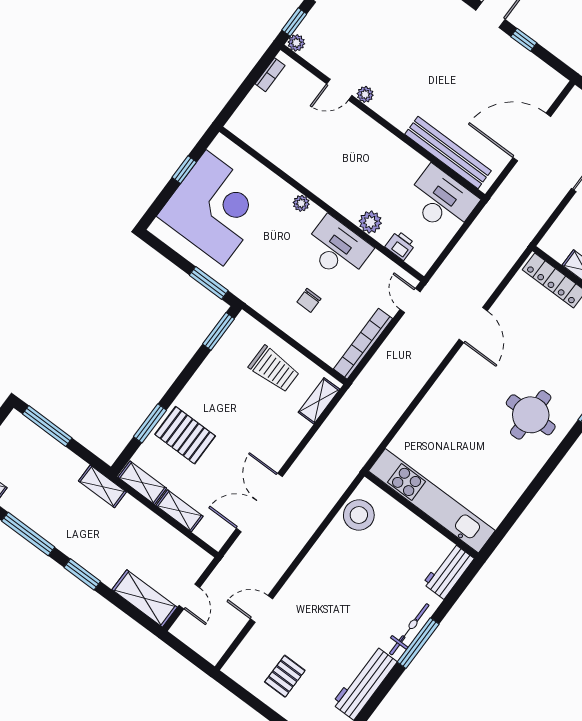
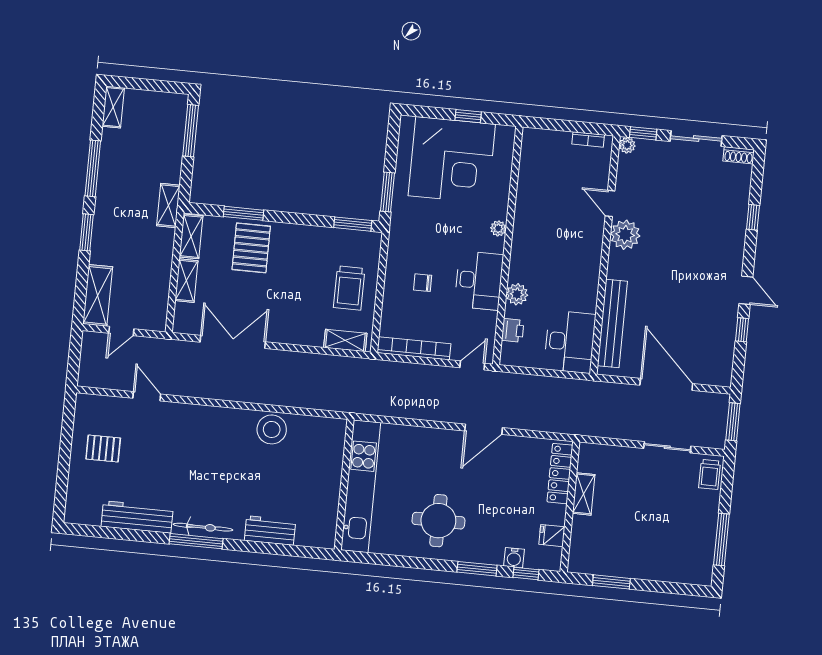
plant: (365, 94) -> (625, 235), width x1.87, depth x1.87
kitchen unit: (432, 501) -> (361, 486), moved
wall: (421, 515) -> (344, 485), moved

